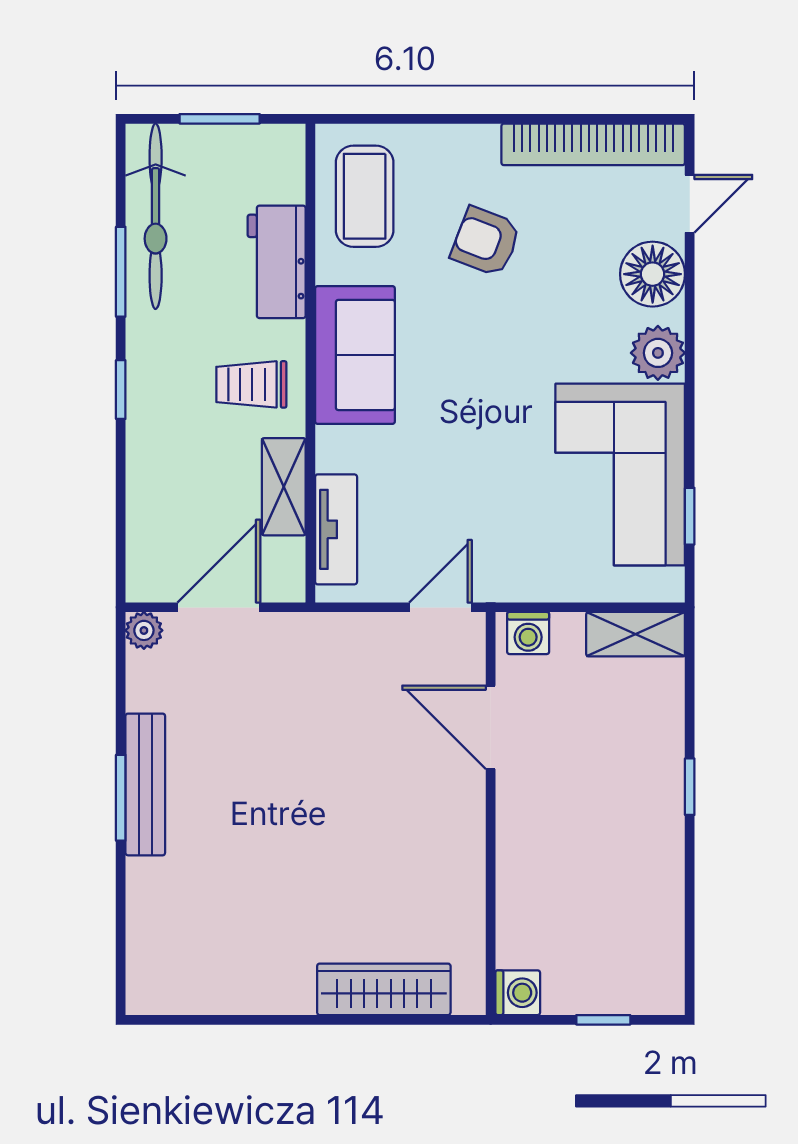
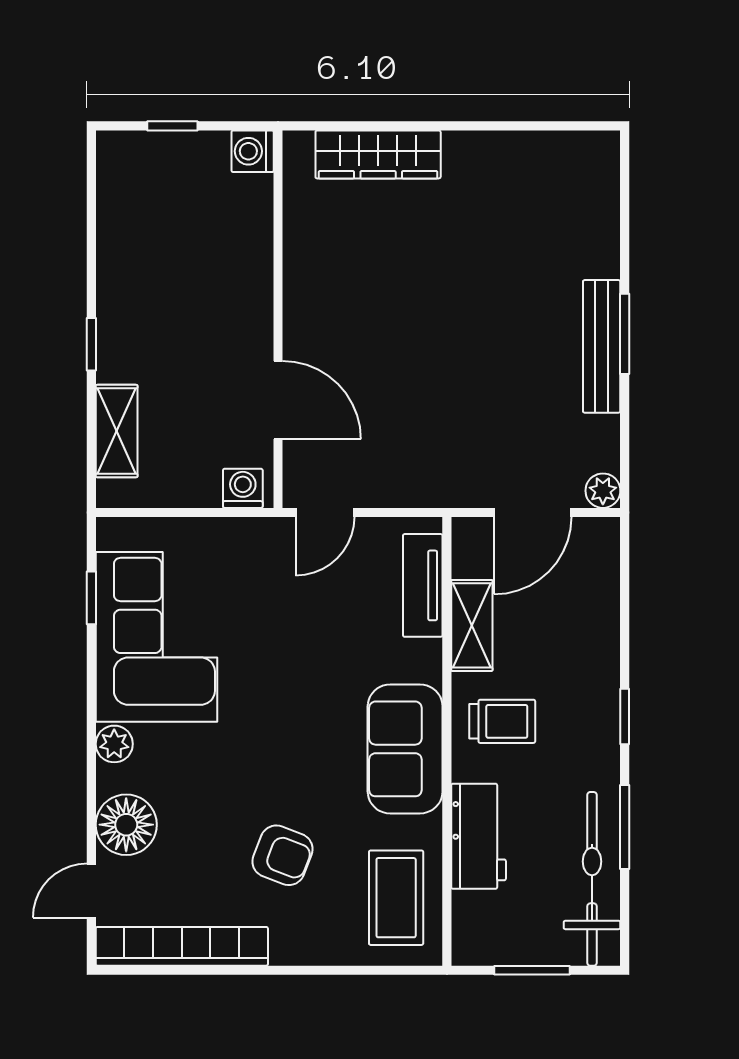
plant: (658, 353) -> (114, 744), width x0.73, depth x0.73
shelving: (636, 634) -> (117, 431), moved, turned 90

